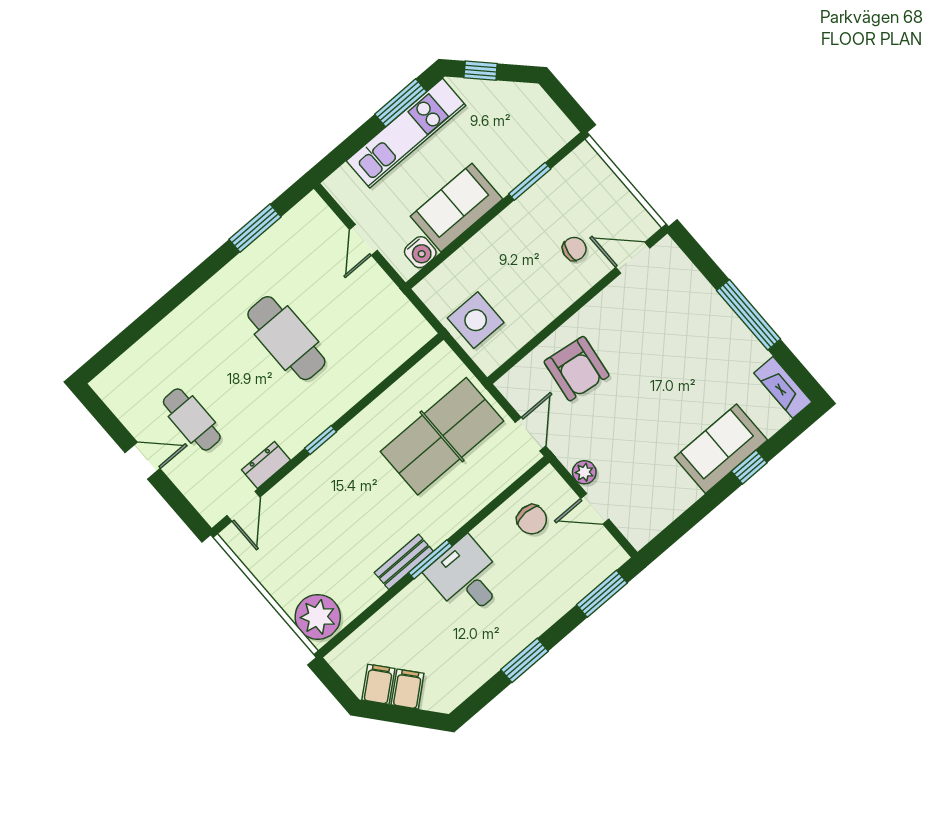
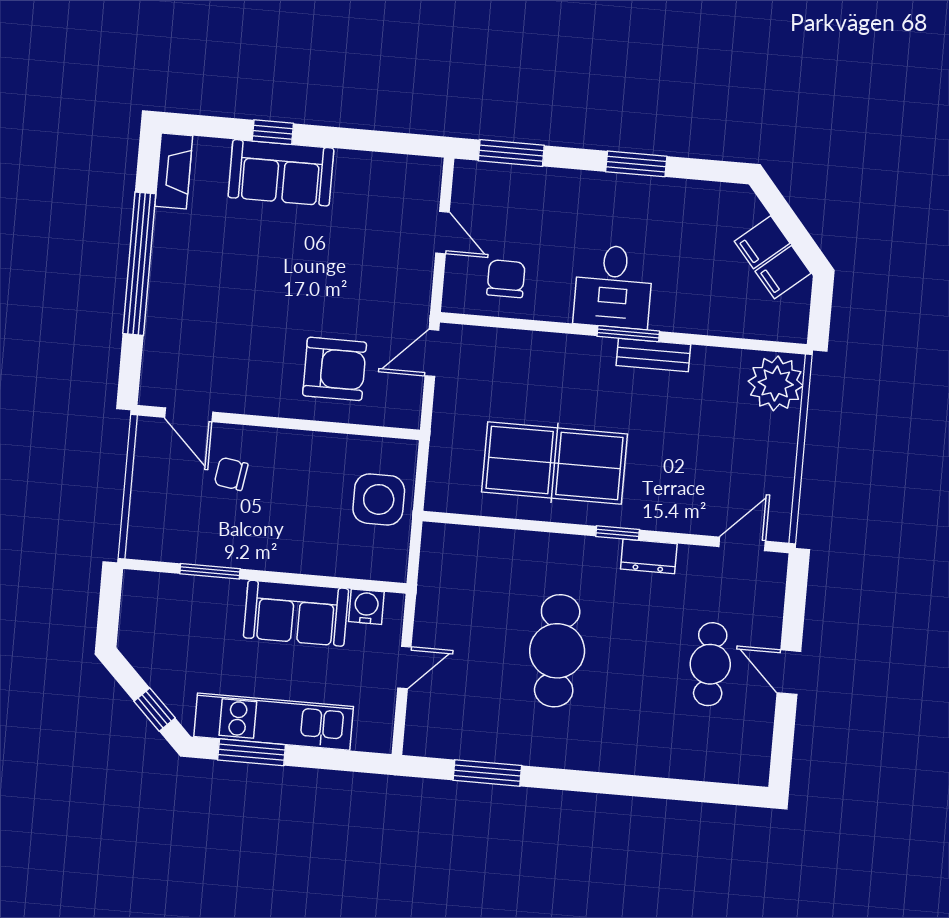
window: (749, 315) -> (139, 264), width x1.46
armchair: (577, 369) -> (335, 369), turned 82
table tennis table: (442, 436) -> (554, 463), moved
dresser: (266, 465) -> (649, 556), moved
plant: (584, 472) -> (419, 273), removed

